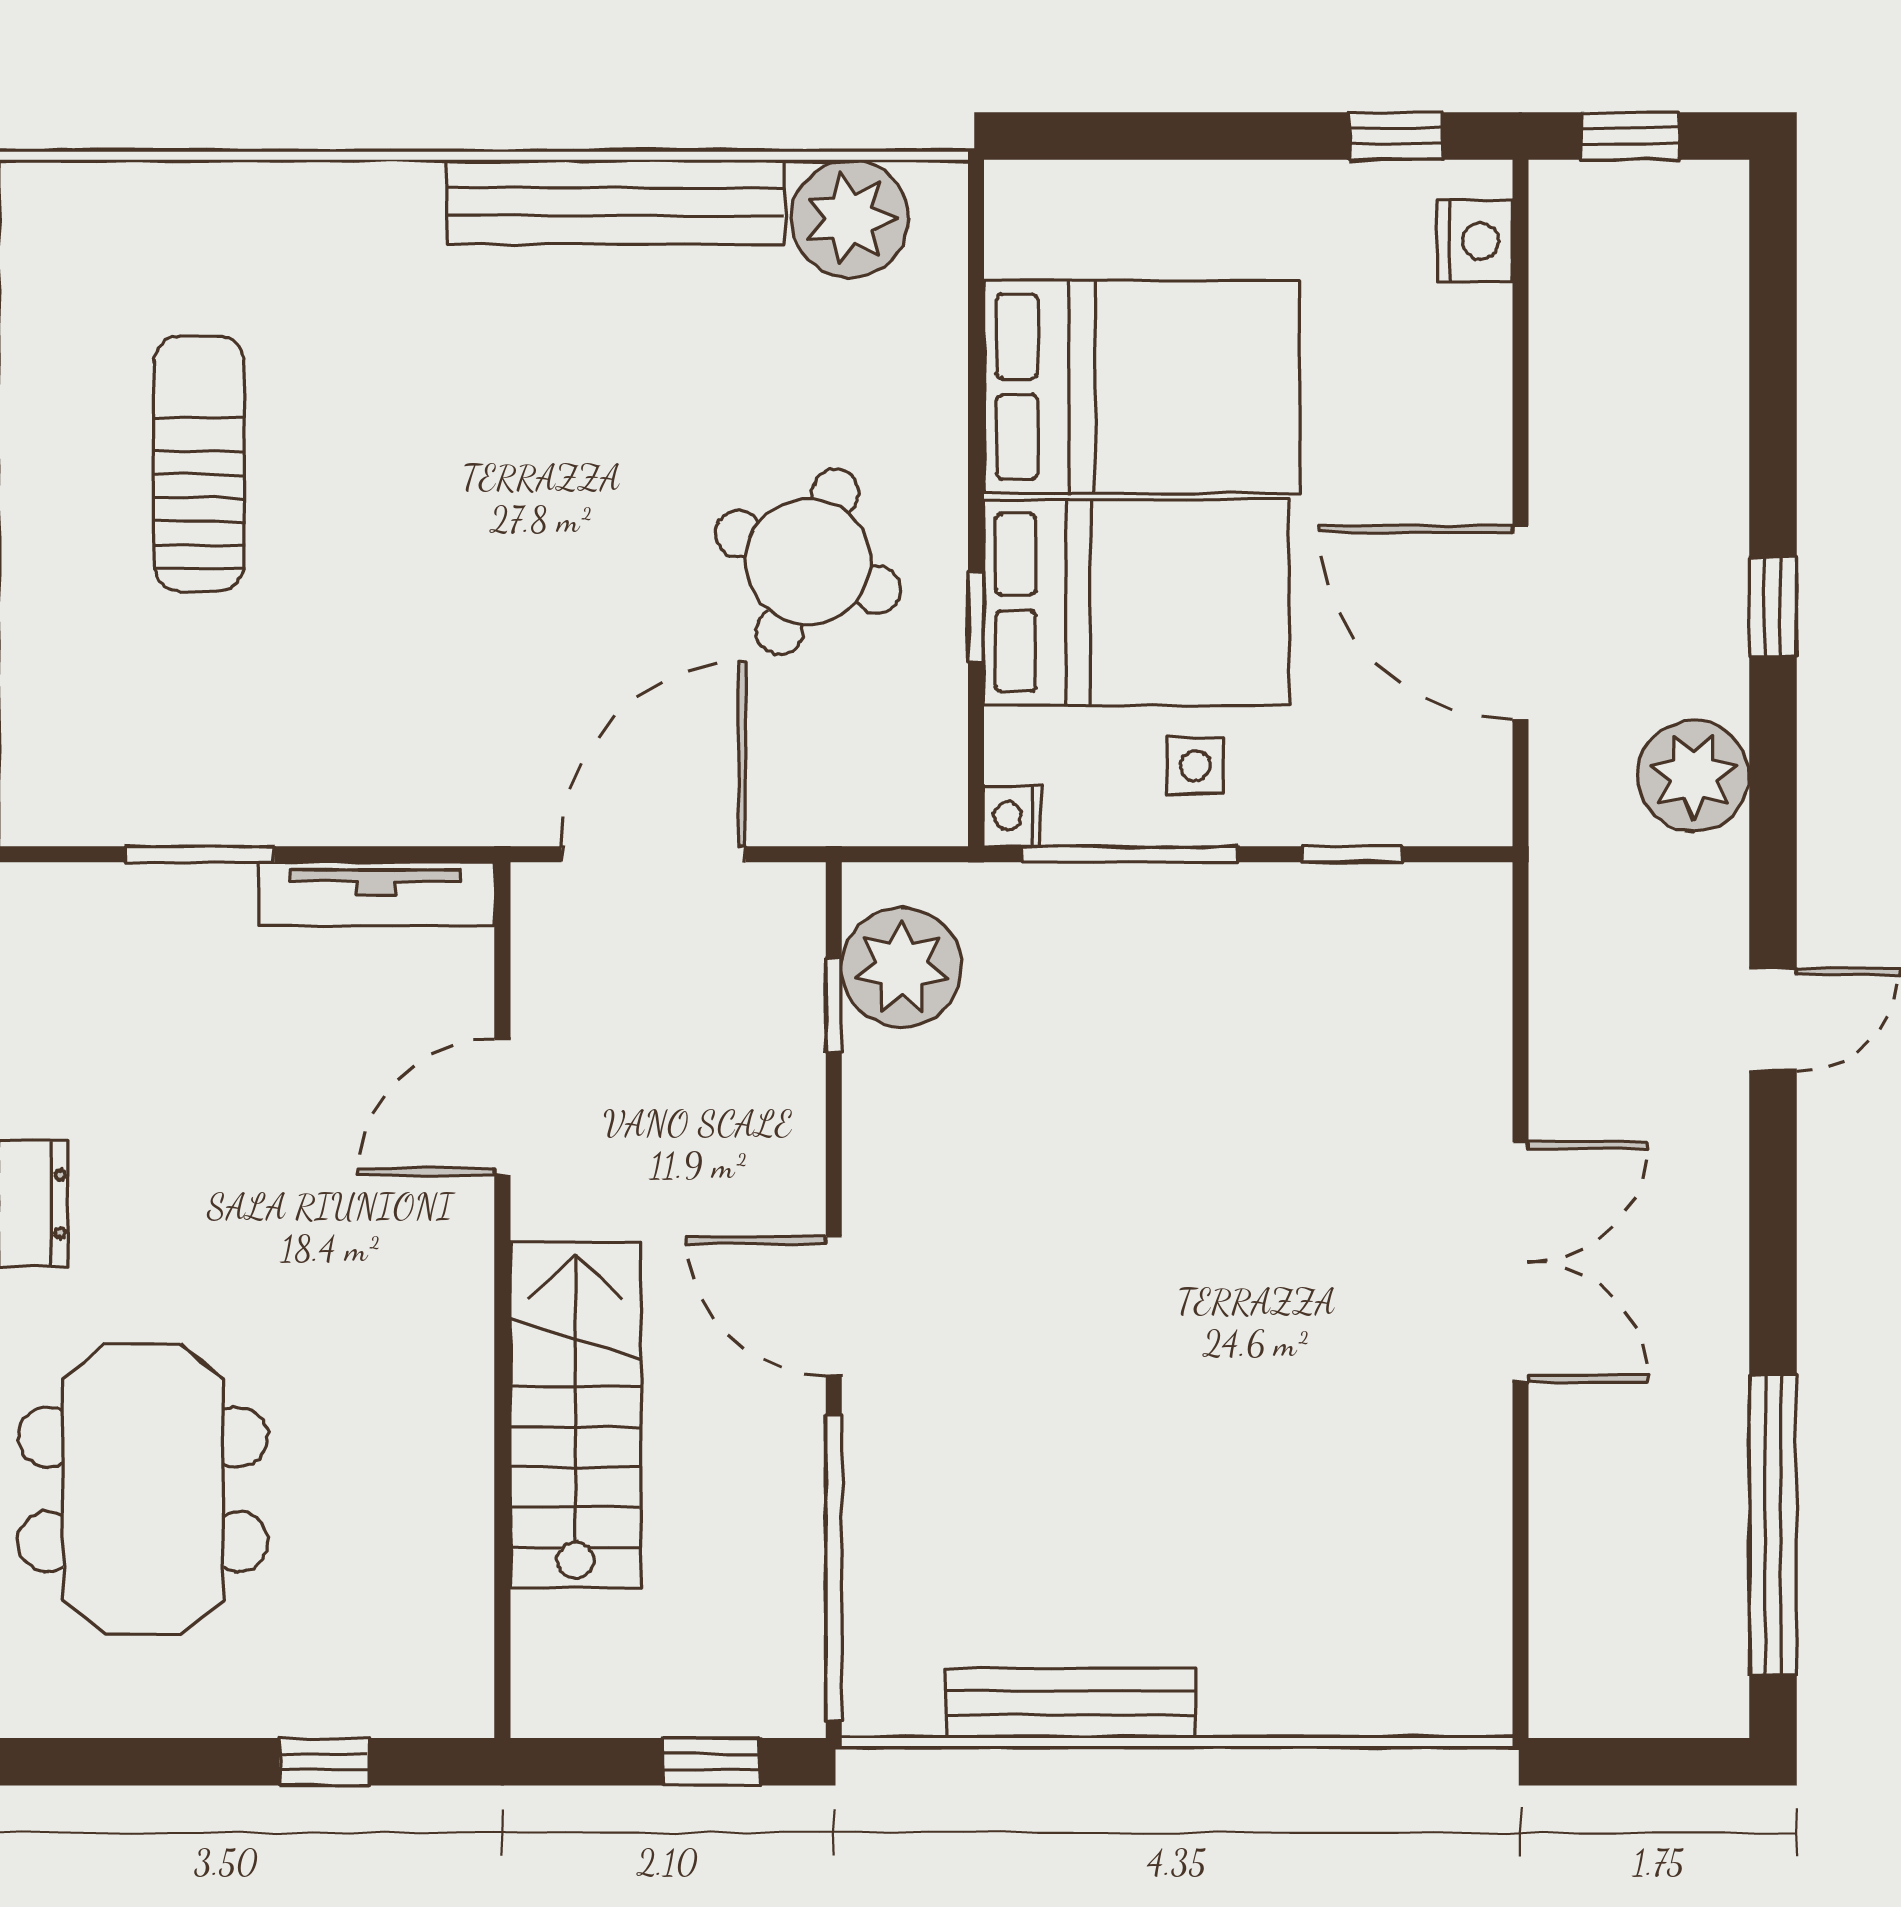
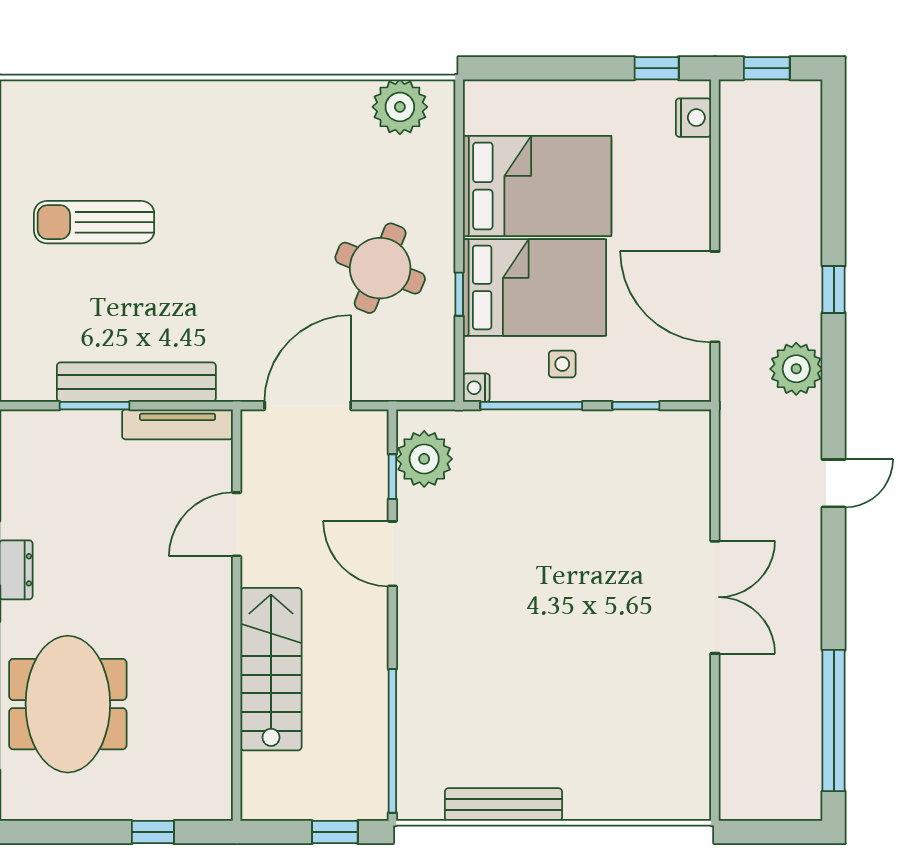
bench: (616, 202) -> (136, 382), moved
sun lounger: (199, 464) -> (94, 222), turned -90
door: (834, 1306) -> (392, 554), moved

